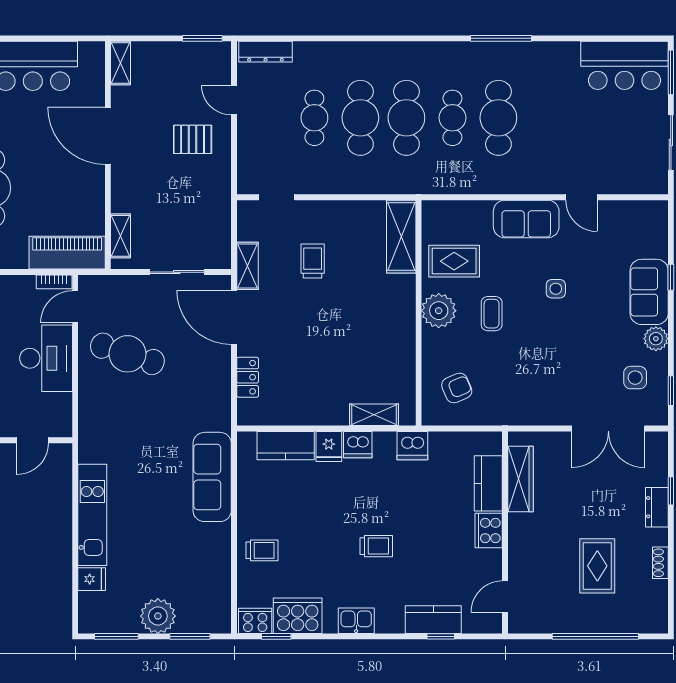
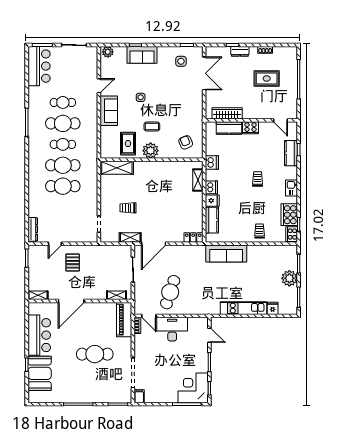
cafe table: (314, 118) -> (63, 102), moved
plant: (656, 339) -> (108, 52), moved
locker: (248, 377) -> (193, 237), moved

